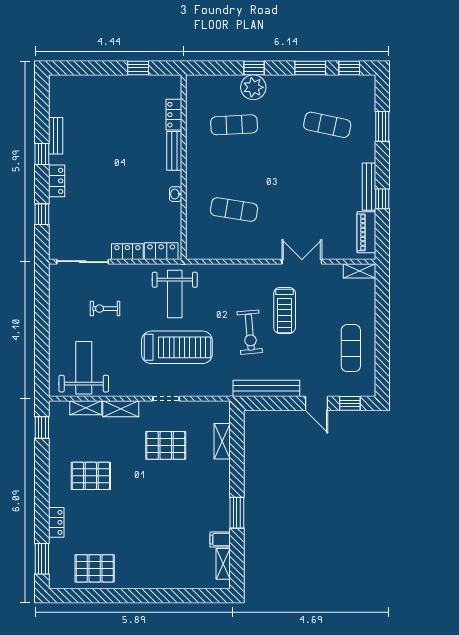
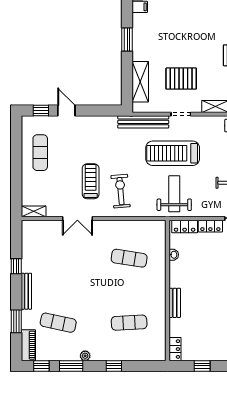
plant: (253, 87) -> (85, 356), moved, width x0.53, depth x0.53
locker: (174, 115) -> (175, 349), moved
bench: (369, 187) -> (26, 291), moved
washbasin: (176, 194) -> (174, 255), moved
piano: (366, 232) -> (28, 345), moved
exercise bike: (250, 332) -> (121, 191), moved
bench: (266, 388) -> (143, 122), moved
shelving: (222, 441) -> (140, 82), width x1.50, depth x1.33
window: (237, 513) -> (127, 40), moved

